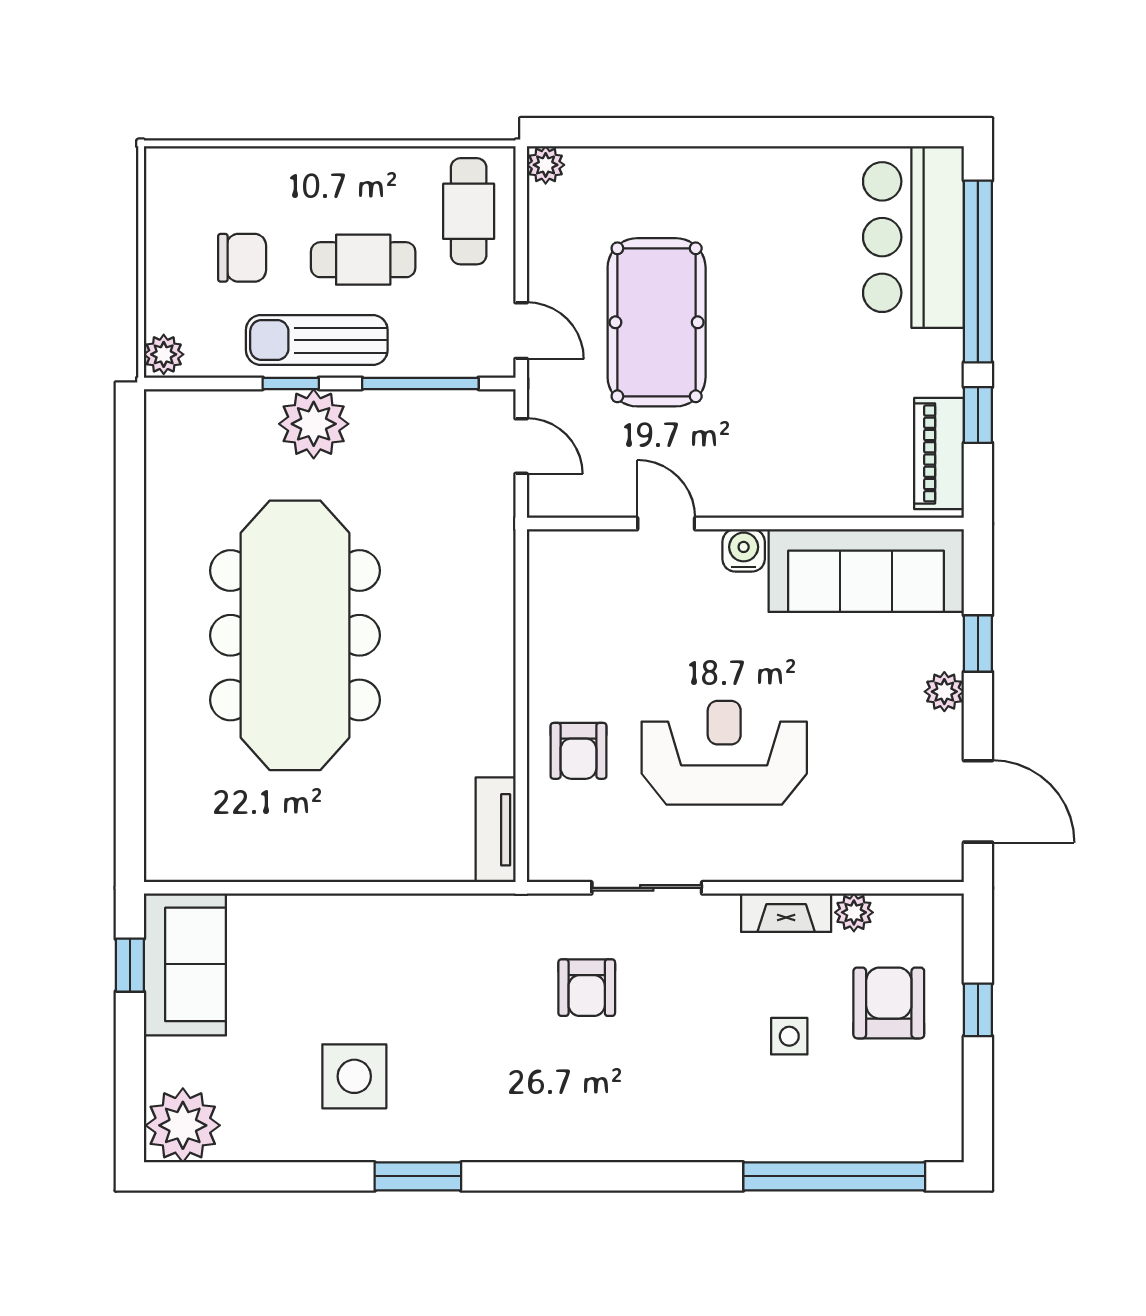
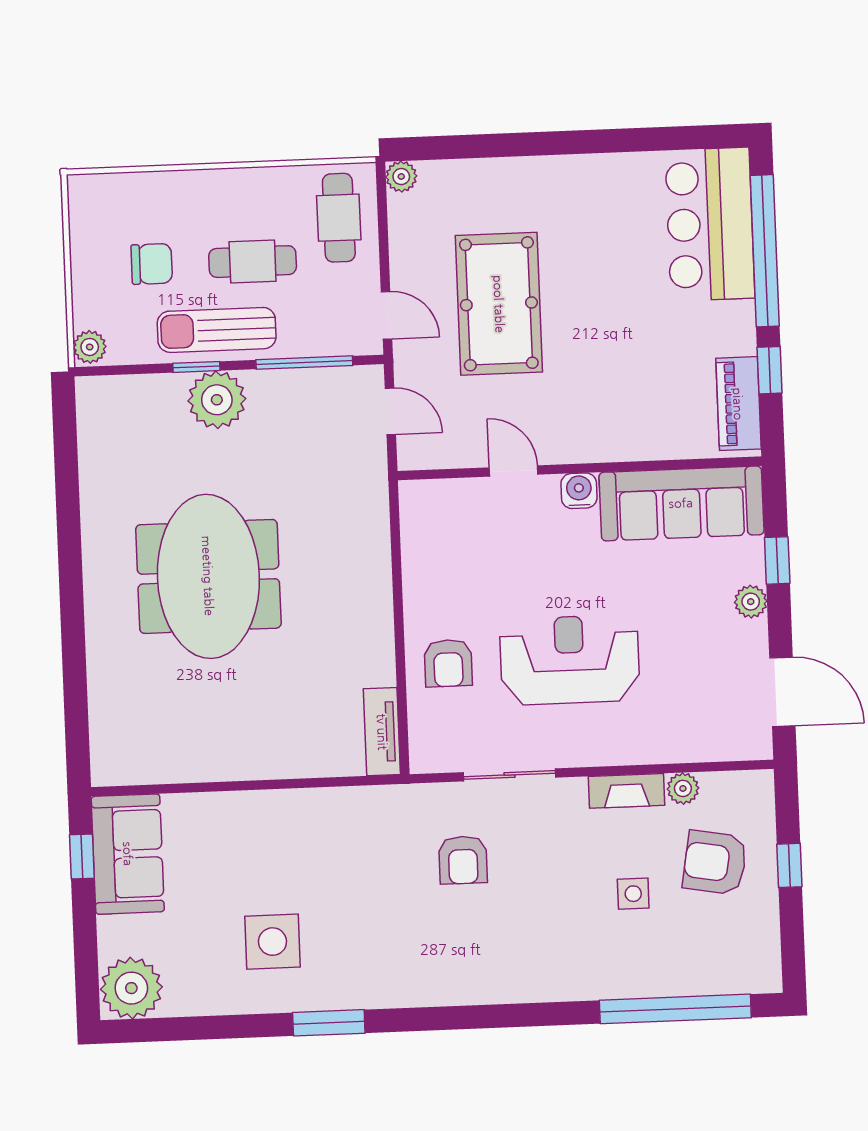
meeting table: (295, 635) -> (208, 576), width x0.73
armchair: (889, 1003) -> (715, 863), turned -80

